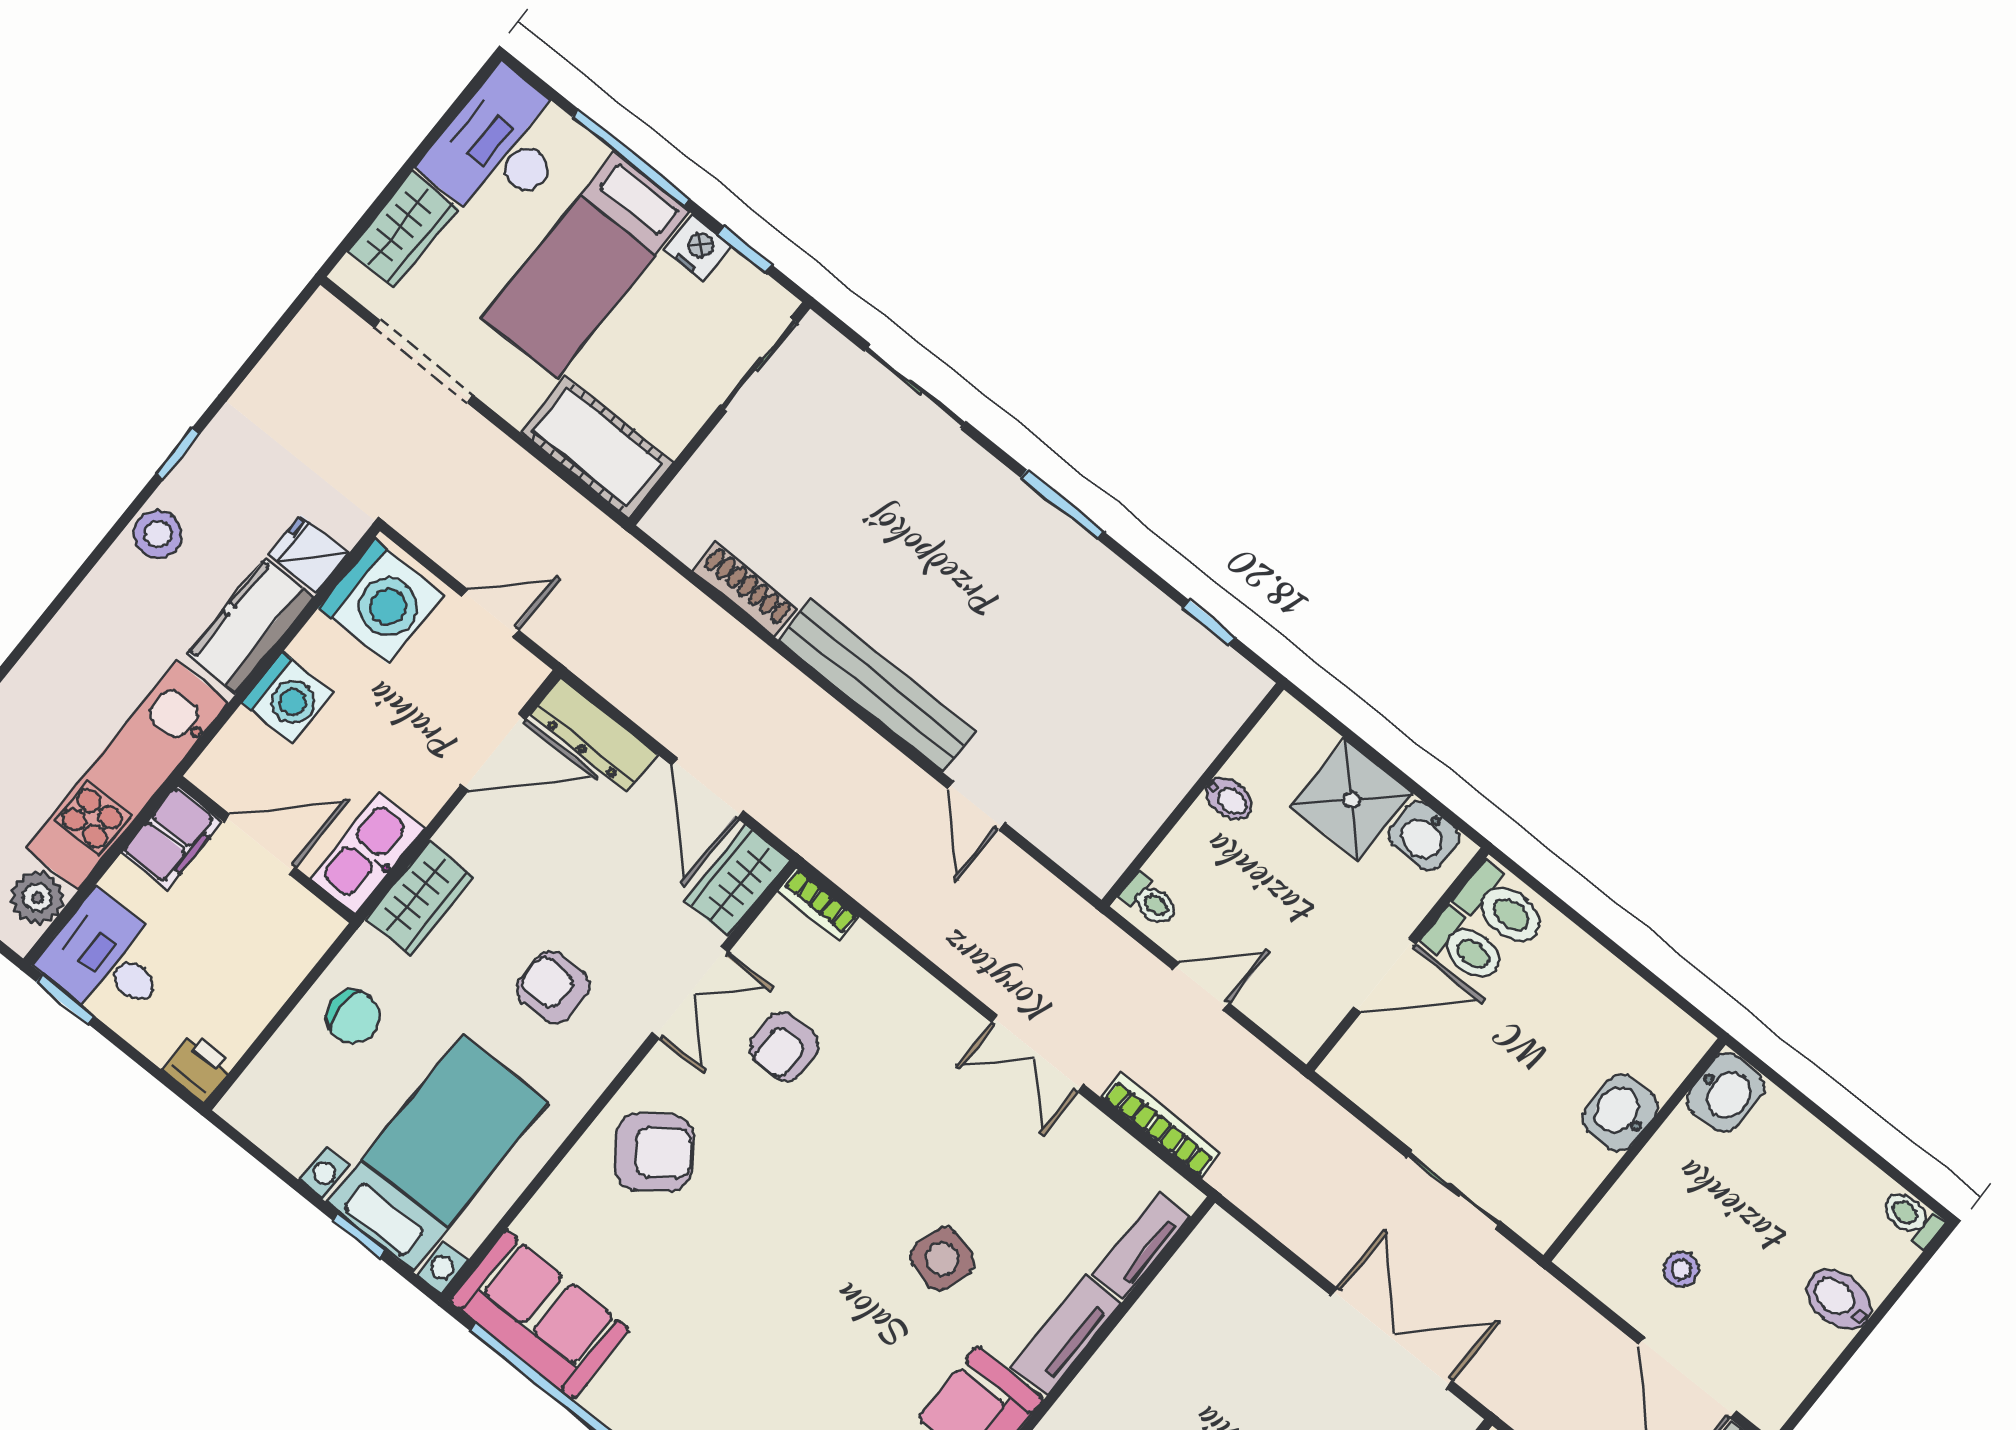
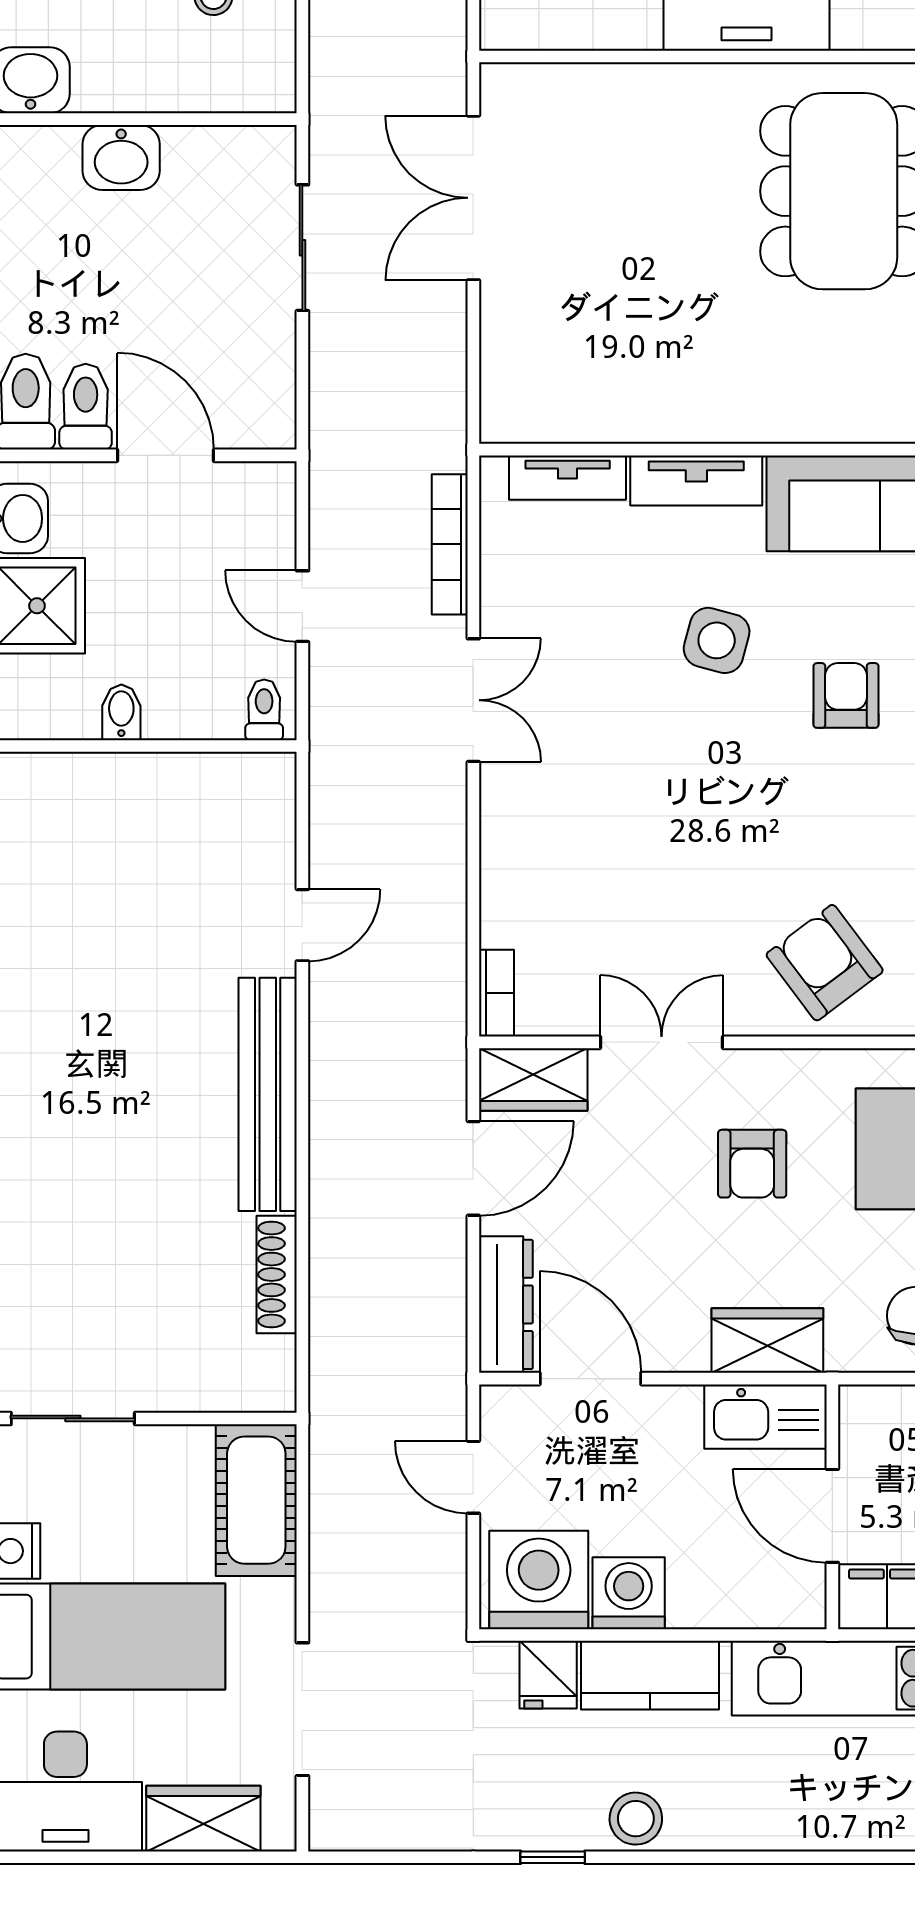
washing machine: (288, 698) -> (629, 1593), moved
armchair: (784, 1046) -> (846, 695), moved, turned -90

